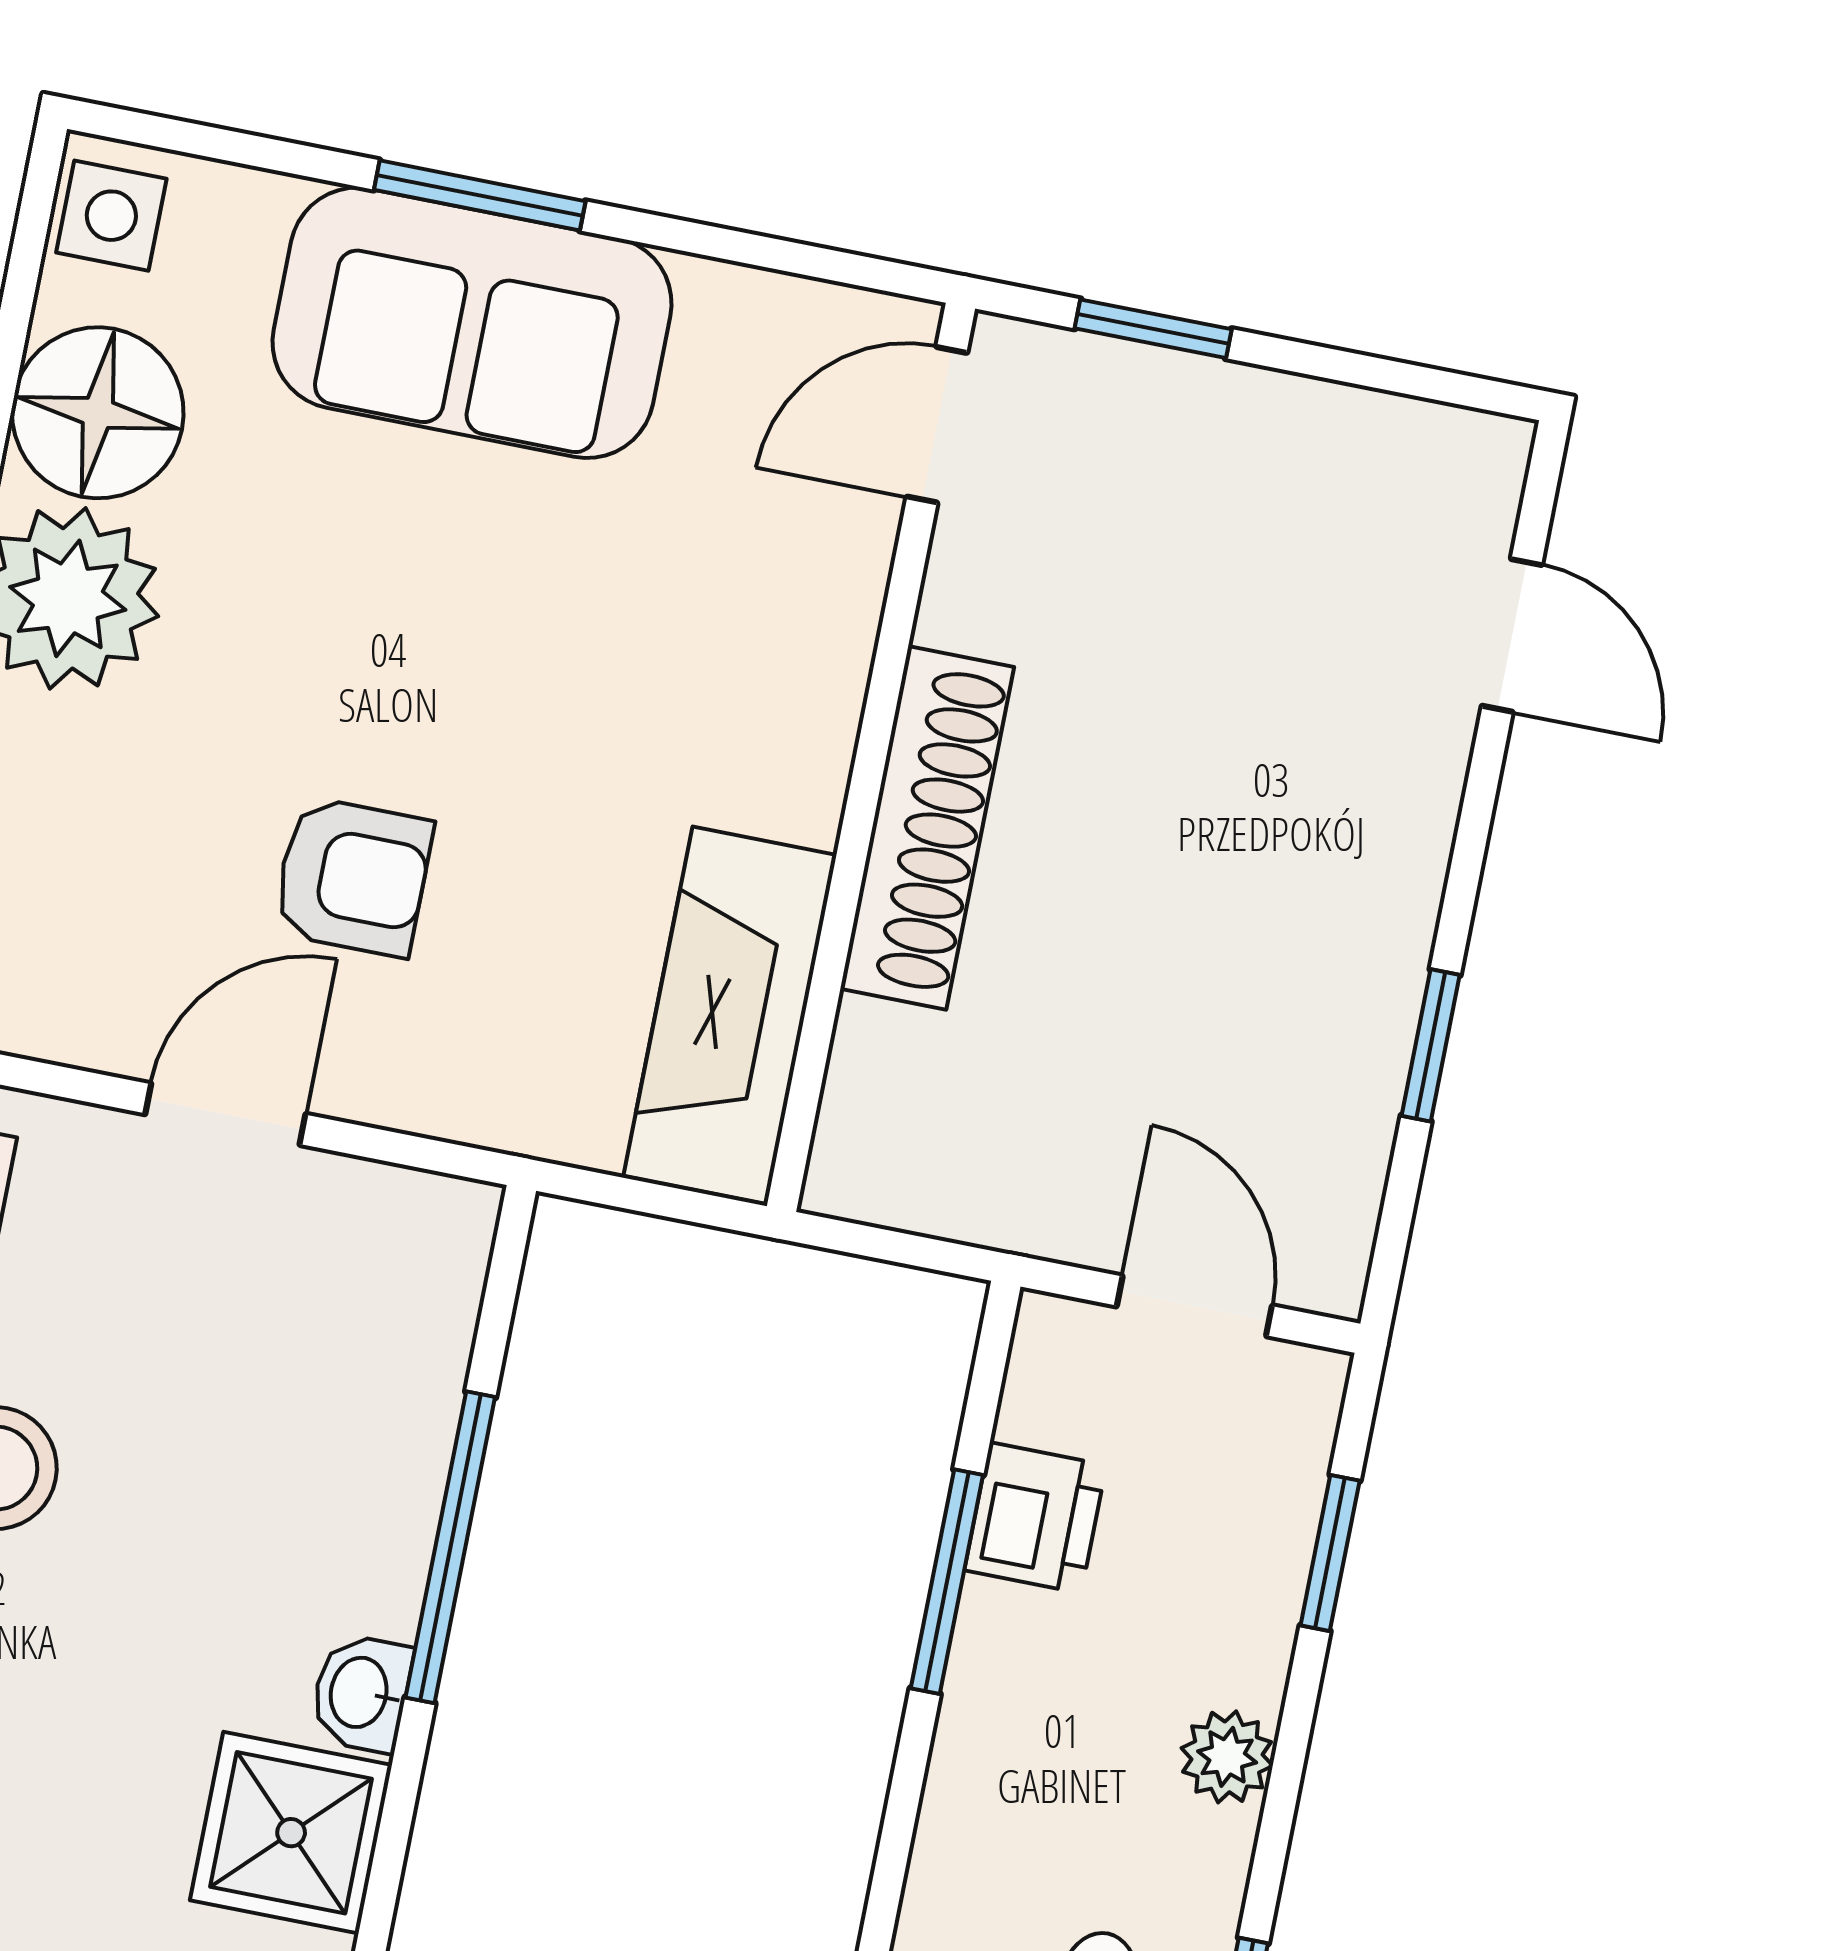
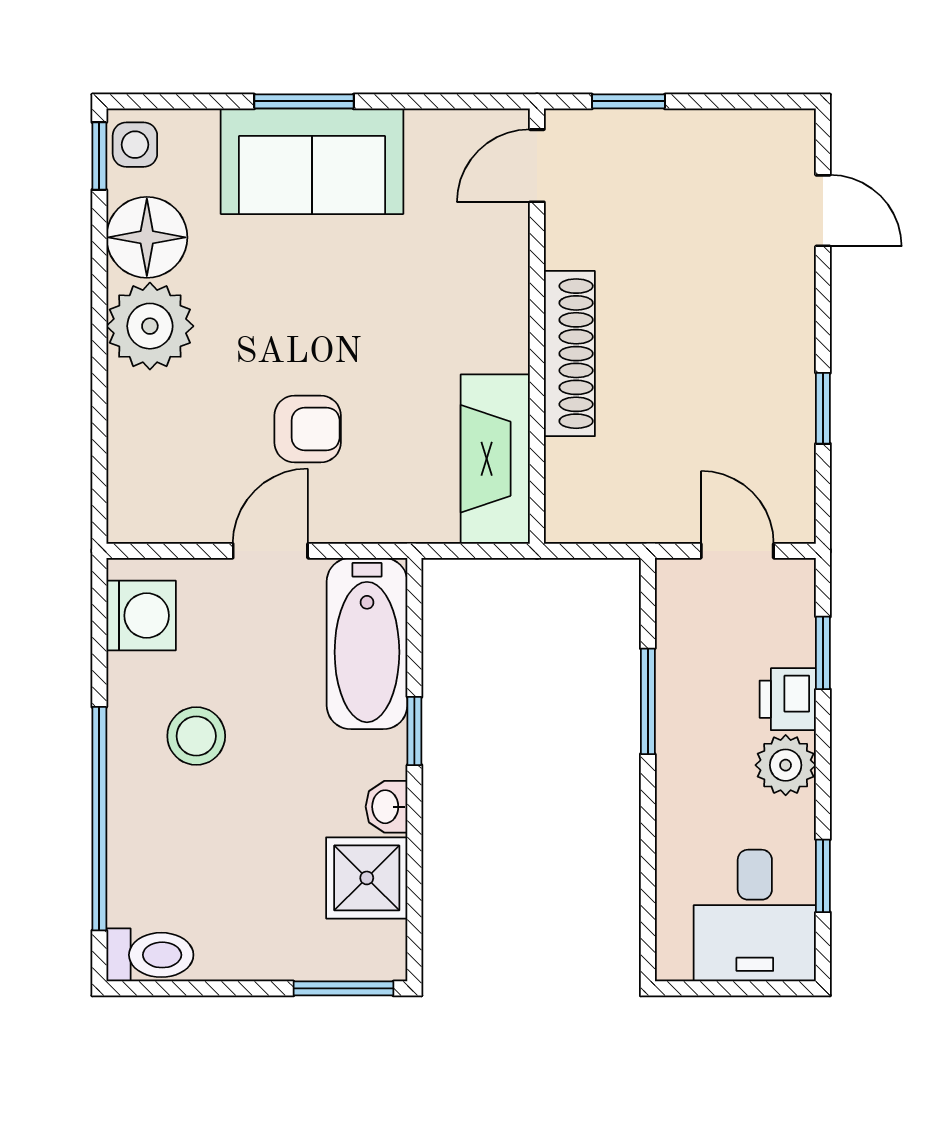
window: (33, 224) -> (99, 156), added
bathtub: (388, 1346) -> (367, 643), added
printer: (1035, 1518) -> (788, 699), moved, turned 180
window: (450, 1547) -> (414, 731), width x0.46
plant: (1227, 1757) -> (786, 765), width x1.38, depth x1.38

